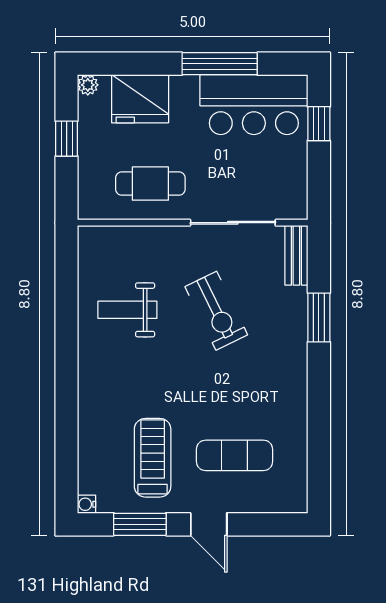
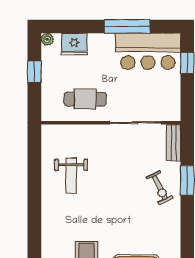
fridge: (140, 99) -> (74, 44), width x0.73, depth x0.75
weight bench: (127, 310) -> (71, 176), turned -90
exercise bike: (216, 311) -> (160, 188), moved, width x0.73, depth x0.72

